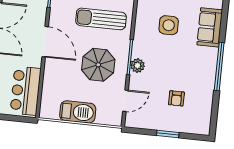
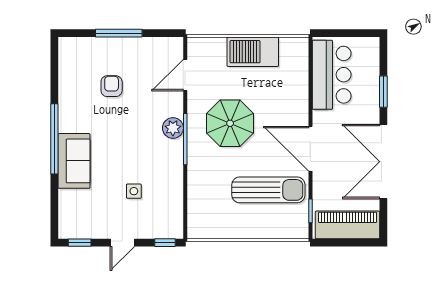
sun lounger: (101, 19) -> (268, 190), moved
side table: (169, 25) -> (134, 191), width x0.54, depth x0.54
sofa: (210, 27) -> (74, 161), moved
window: (168, 134) -> (119, 33), width x1.44

